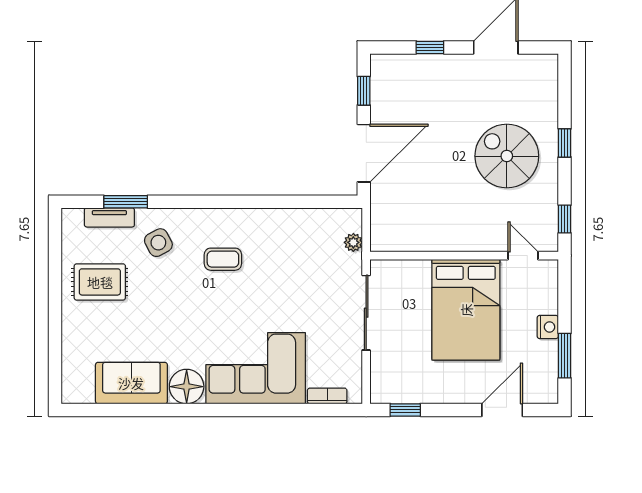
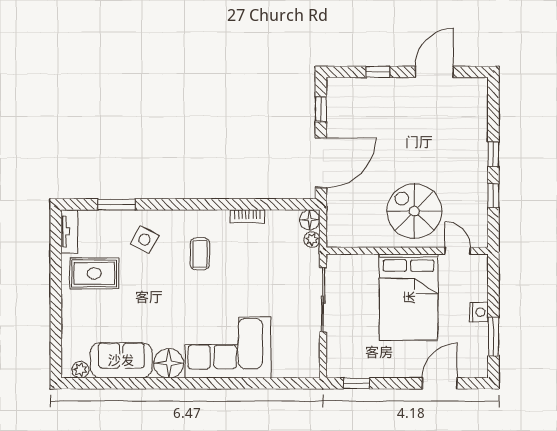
spiral stairs: (507, 156) -> (414, 211), moved
tv unit: (109, 217) -> (69, 231), moved, turned -90
window: (565, 219) -> (493, 196), moved
floor lamp: (351, 220) -> (310, 220), added
side table: (158, 243) -> (145, 240), turned -33
coffee table: (223, 259) -> (200, 254), turned 90
plant: (84, 394) -> (80, 370), added
bookcase: (327, 396) -> (247, 217), moved, turned 180

